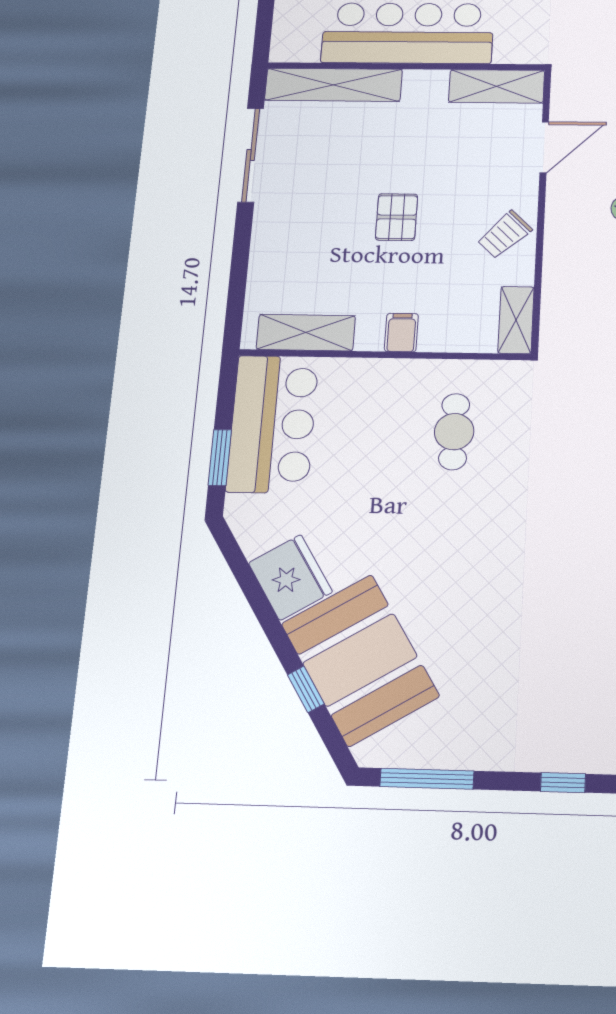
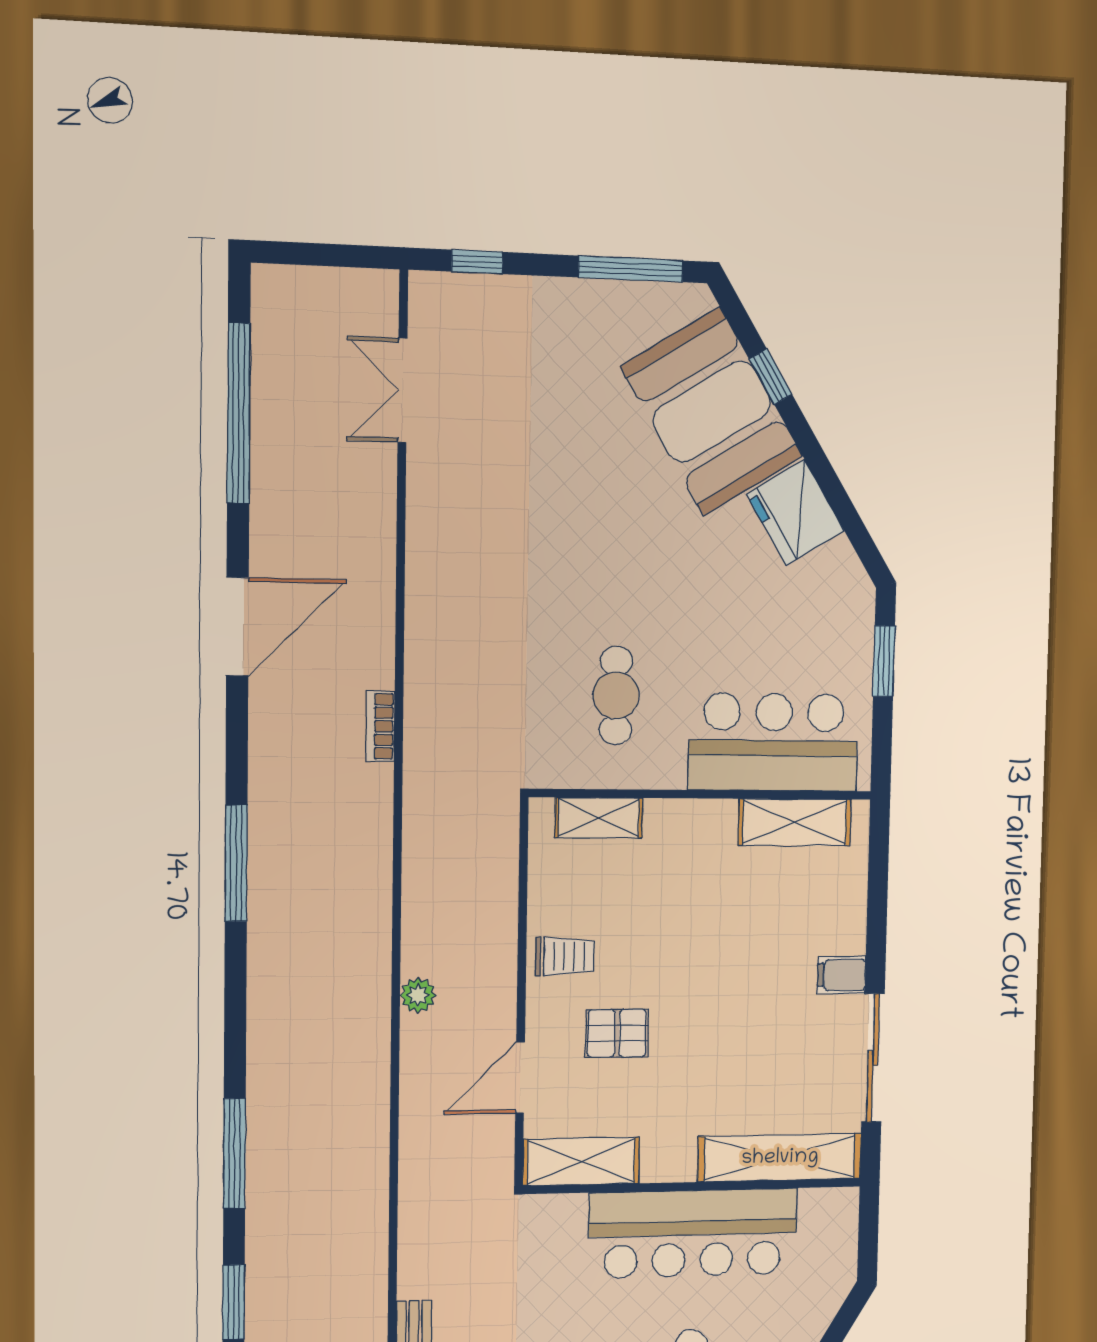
pallet: (397, 217) -> (617, 1033), moved, turned 90
trolley: (505, 235) -> (565, 956), turned 45
shelving: (516, 320) -> (599, 818), moved, turned 90
filing cabinet: (401, 333) -> (842, 975), moved, turned 90
bar counter: (273, 424) -> (773, 742), moved, turned 90

